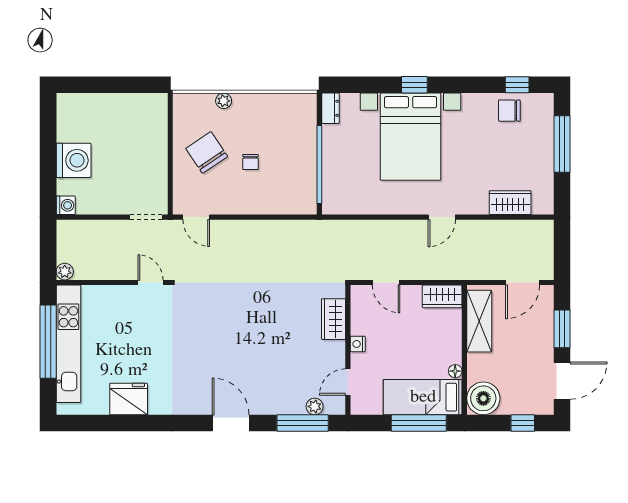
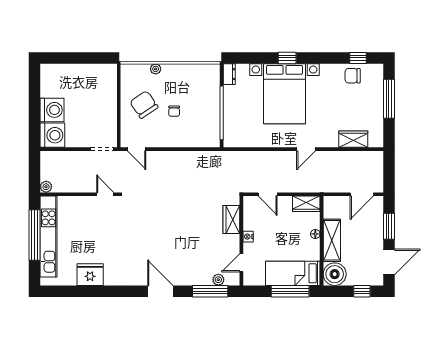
washing machine: (66, 205) -> (52, 135), width x1.89, depth x1.89
shelving: (479, 321) -> (332, 240), moved
floor lamp: (455, 371) -> (315, 234), moved

